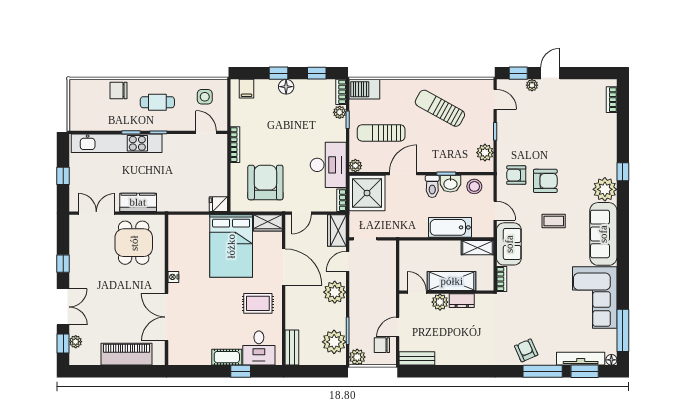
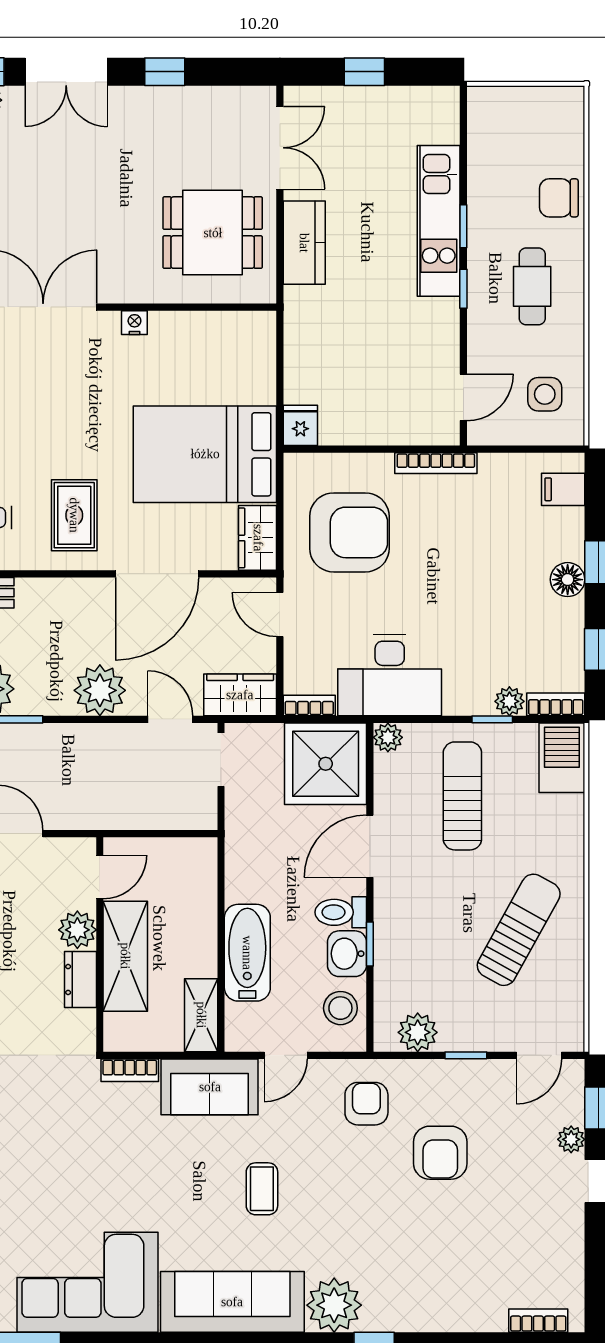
chair: (118, 91) -> (559, 198), turned -90
kitchen unit: (117, 143) -> (439, 221), width x0.73
door: (403, 174) -> (370, 846), swing flipped
armchair: (545, 181) -> (440, 1153), moved

